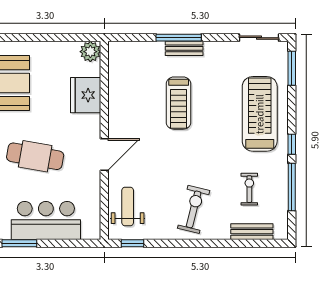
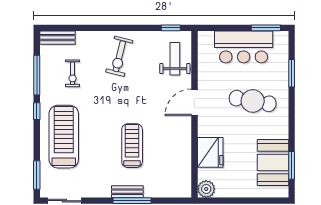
treadmill: (260, 114) -> (64, 137), turned 180
weight bench: (128, 206) -> (175, 59), turned 180
bench: (252, 232) -> (57, 38), moved

